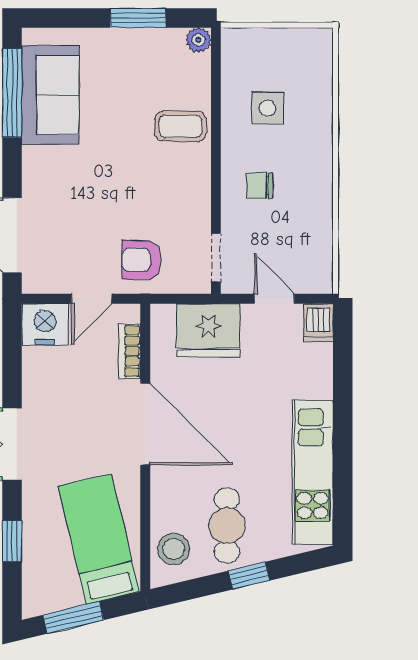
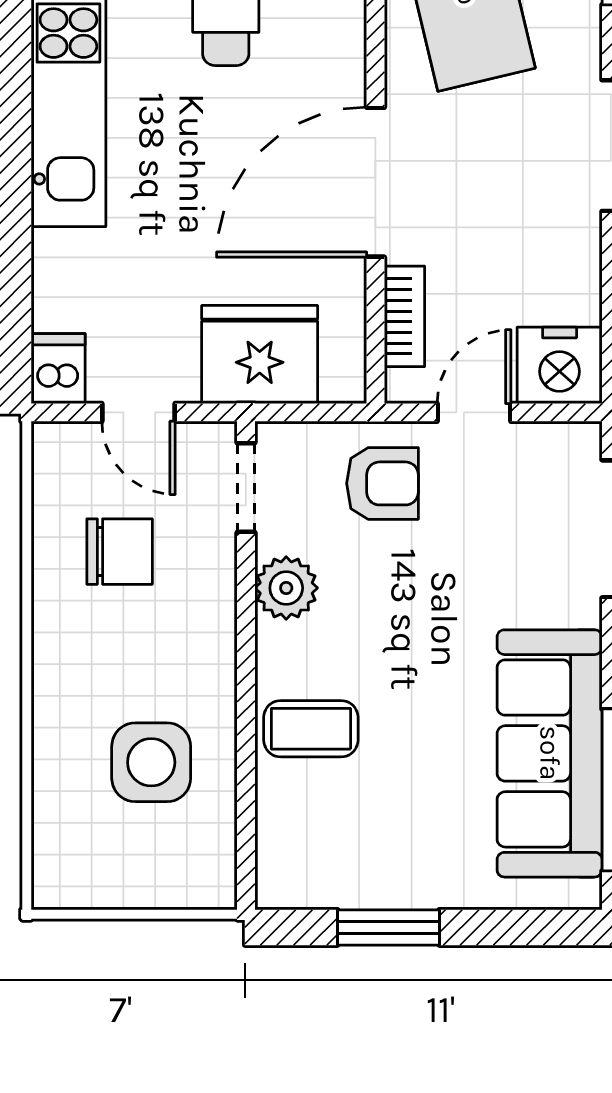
plant: (199, 40) -> (286, 588), moved, width x1.38, depth x1.38
sofa: (50, 95) -> (550, 753), width x1.36
side table: (268, 108) -> (151, 762), width x1.37, depth x1.37
chair: (260, 186) -> (120, 552), moved, width x1.37, depth x1.37
door: (145, 424) -> (375, 182), hinge flipped

